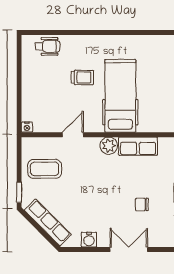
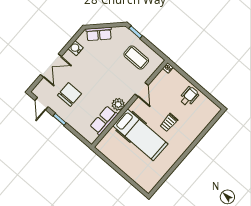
wheelchair: (48, 46) -> (189, 96), moved, turned 180
coffee table: (45, 169) -> (136, 58), turned 90
chair: (142, 205) -> (70, 94), width x1.87, depth x1.87
row of seats: (48, 222) -> (99, 34), width x0.68

